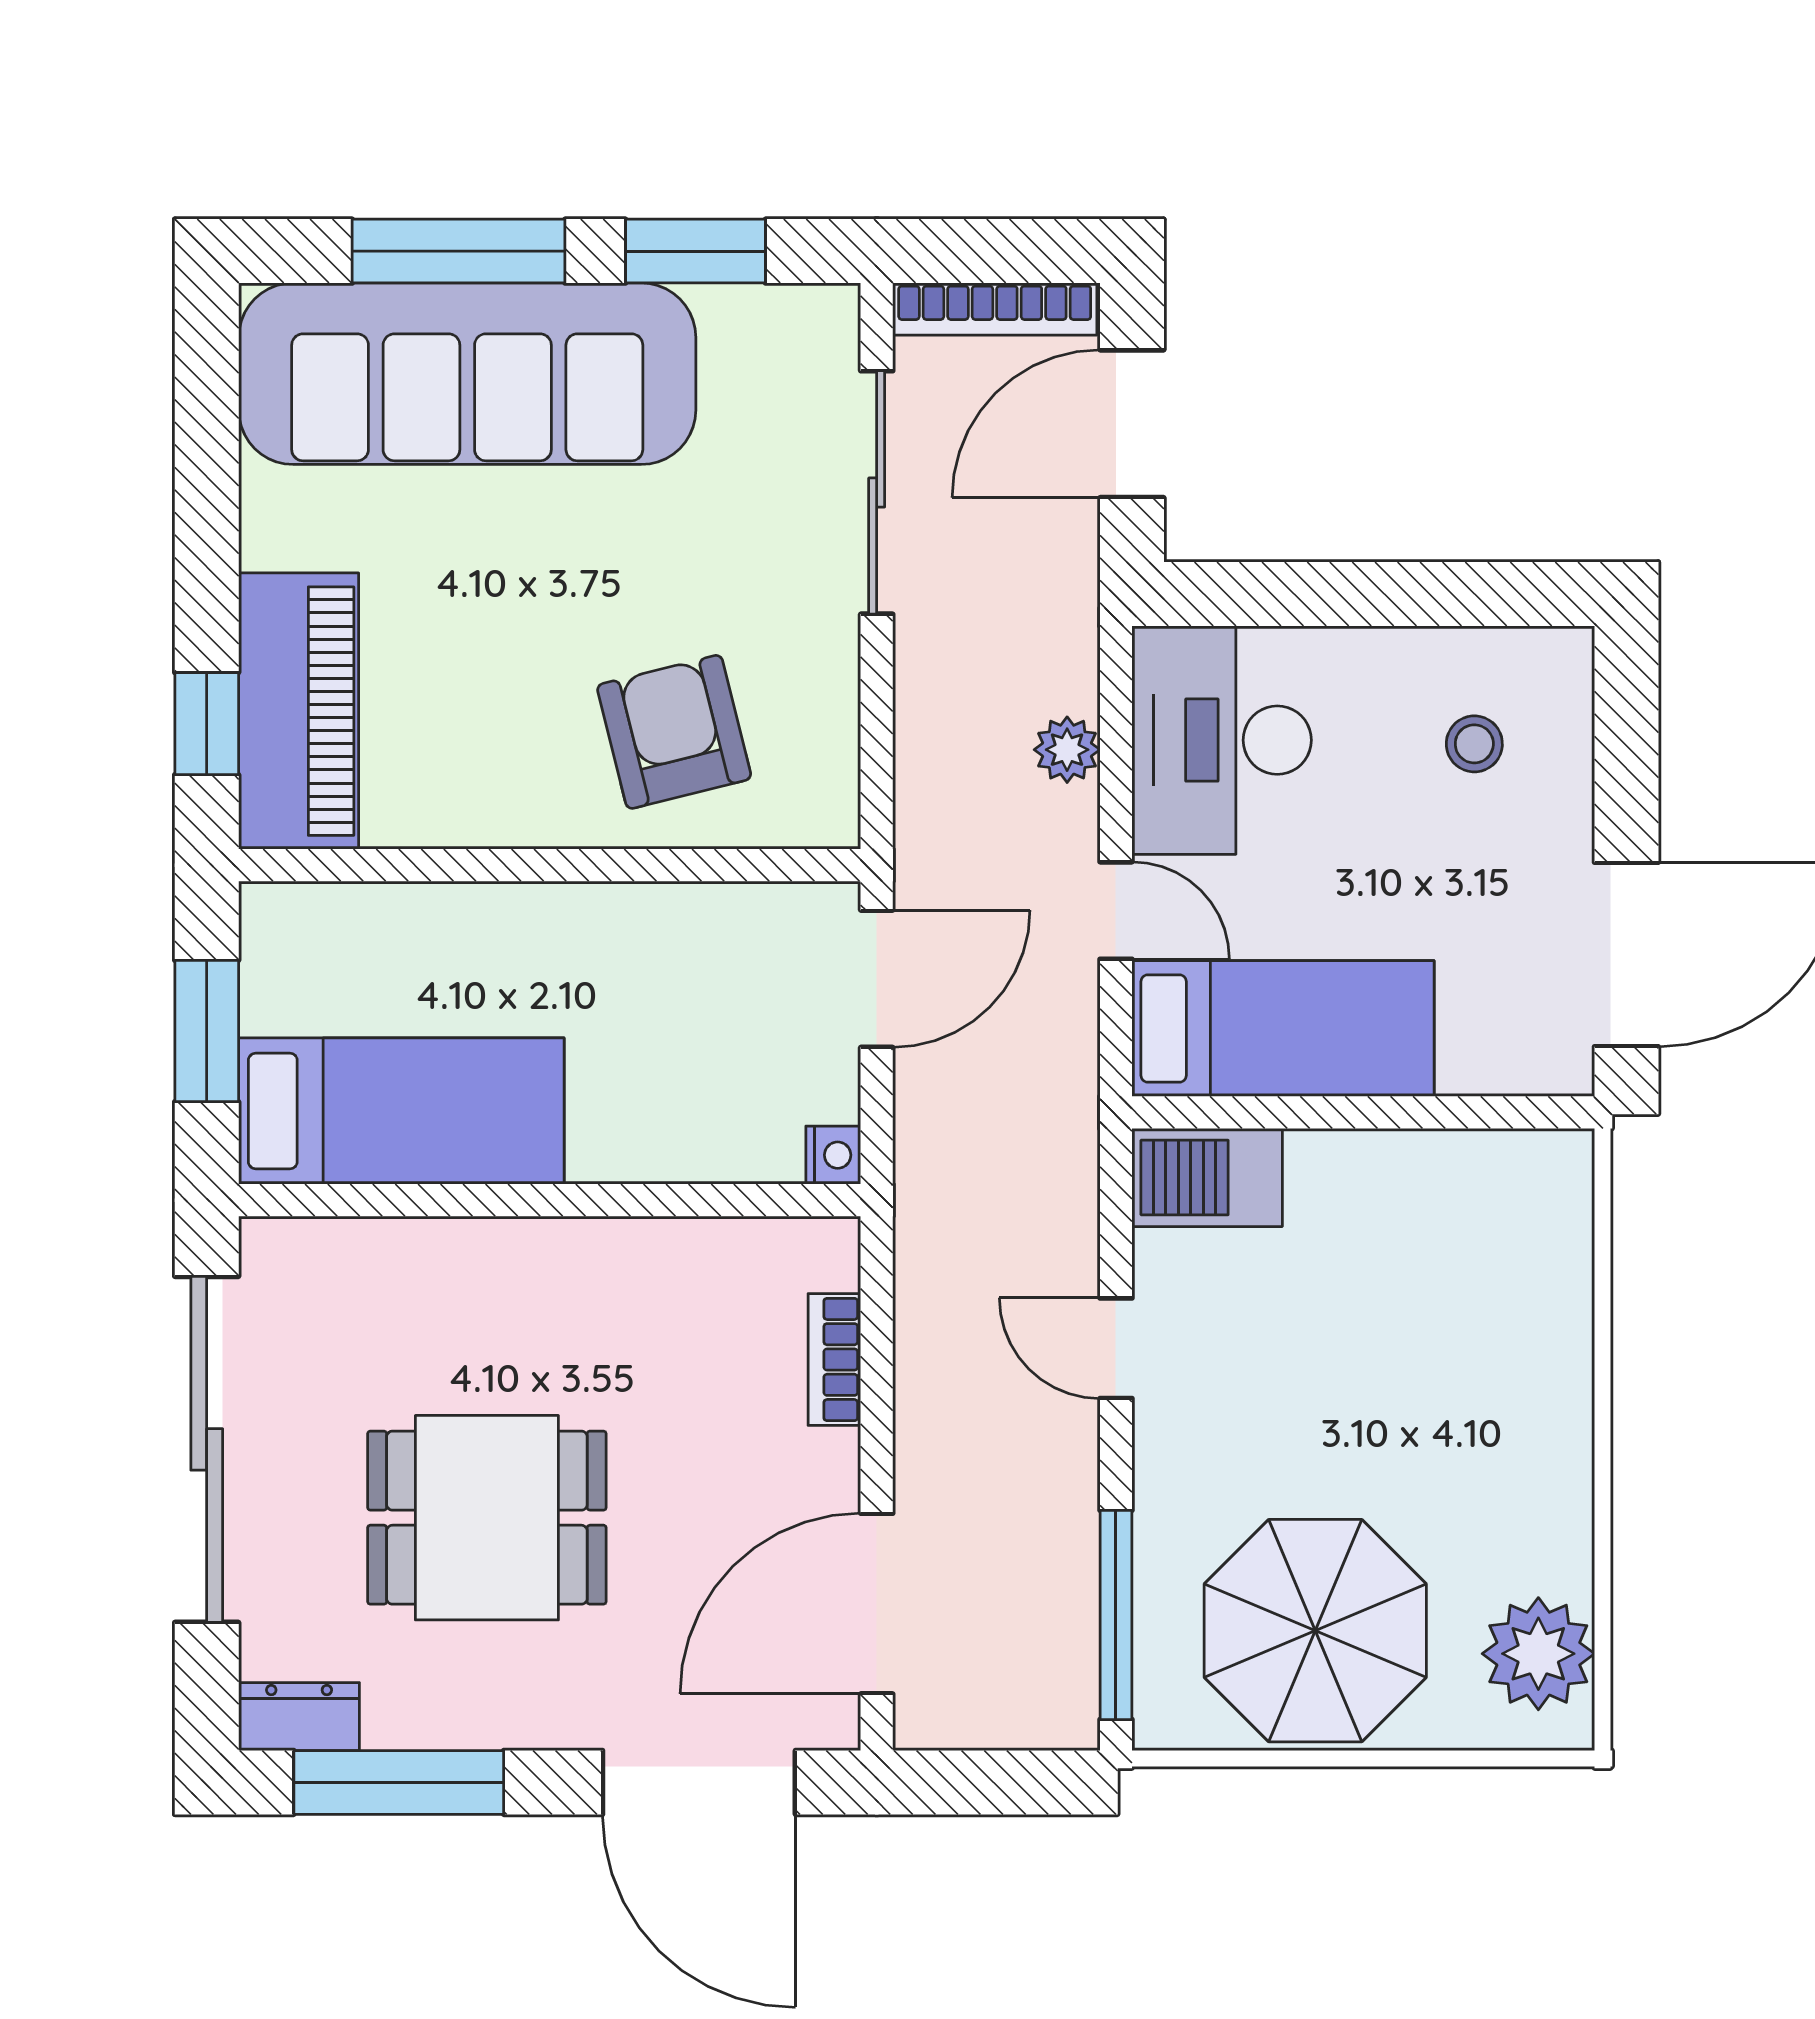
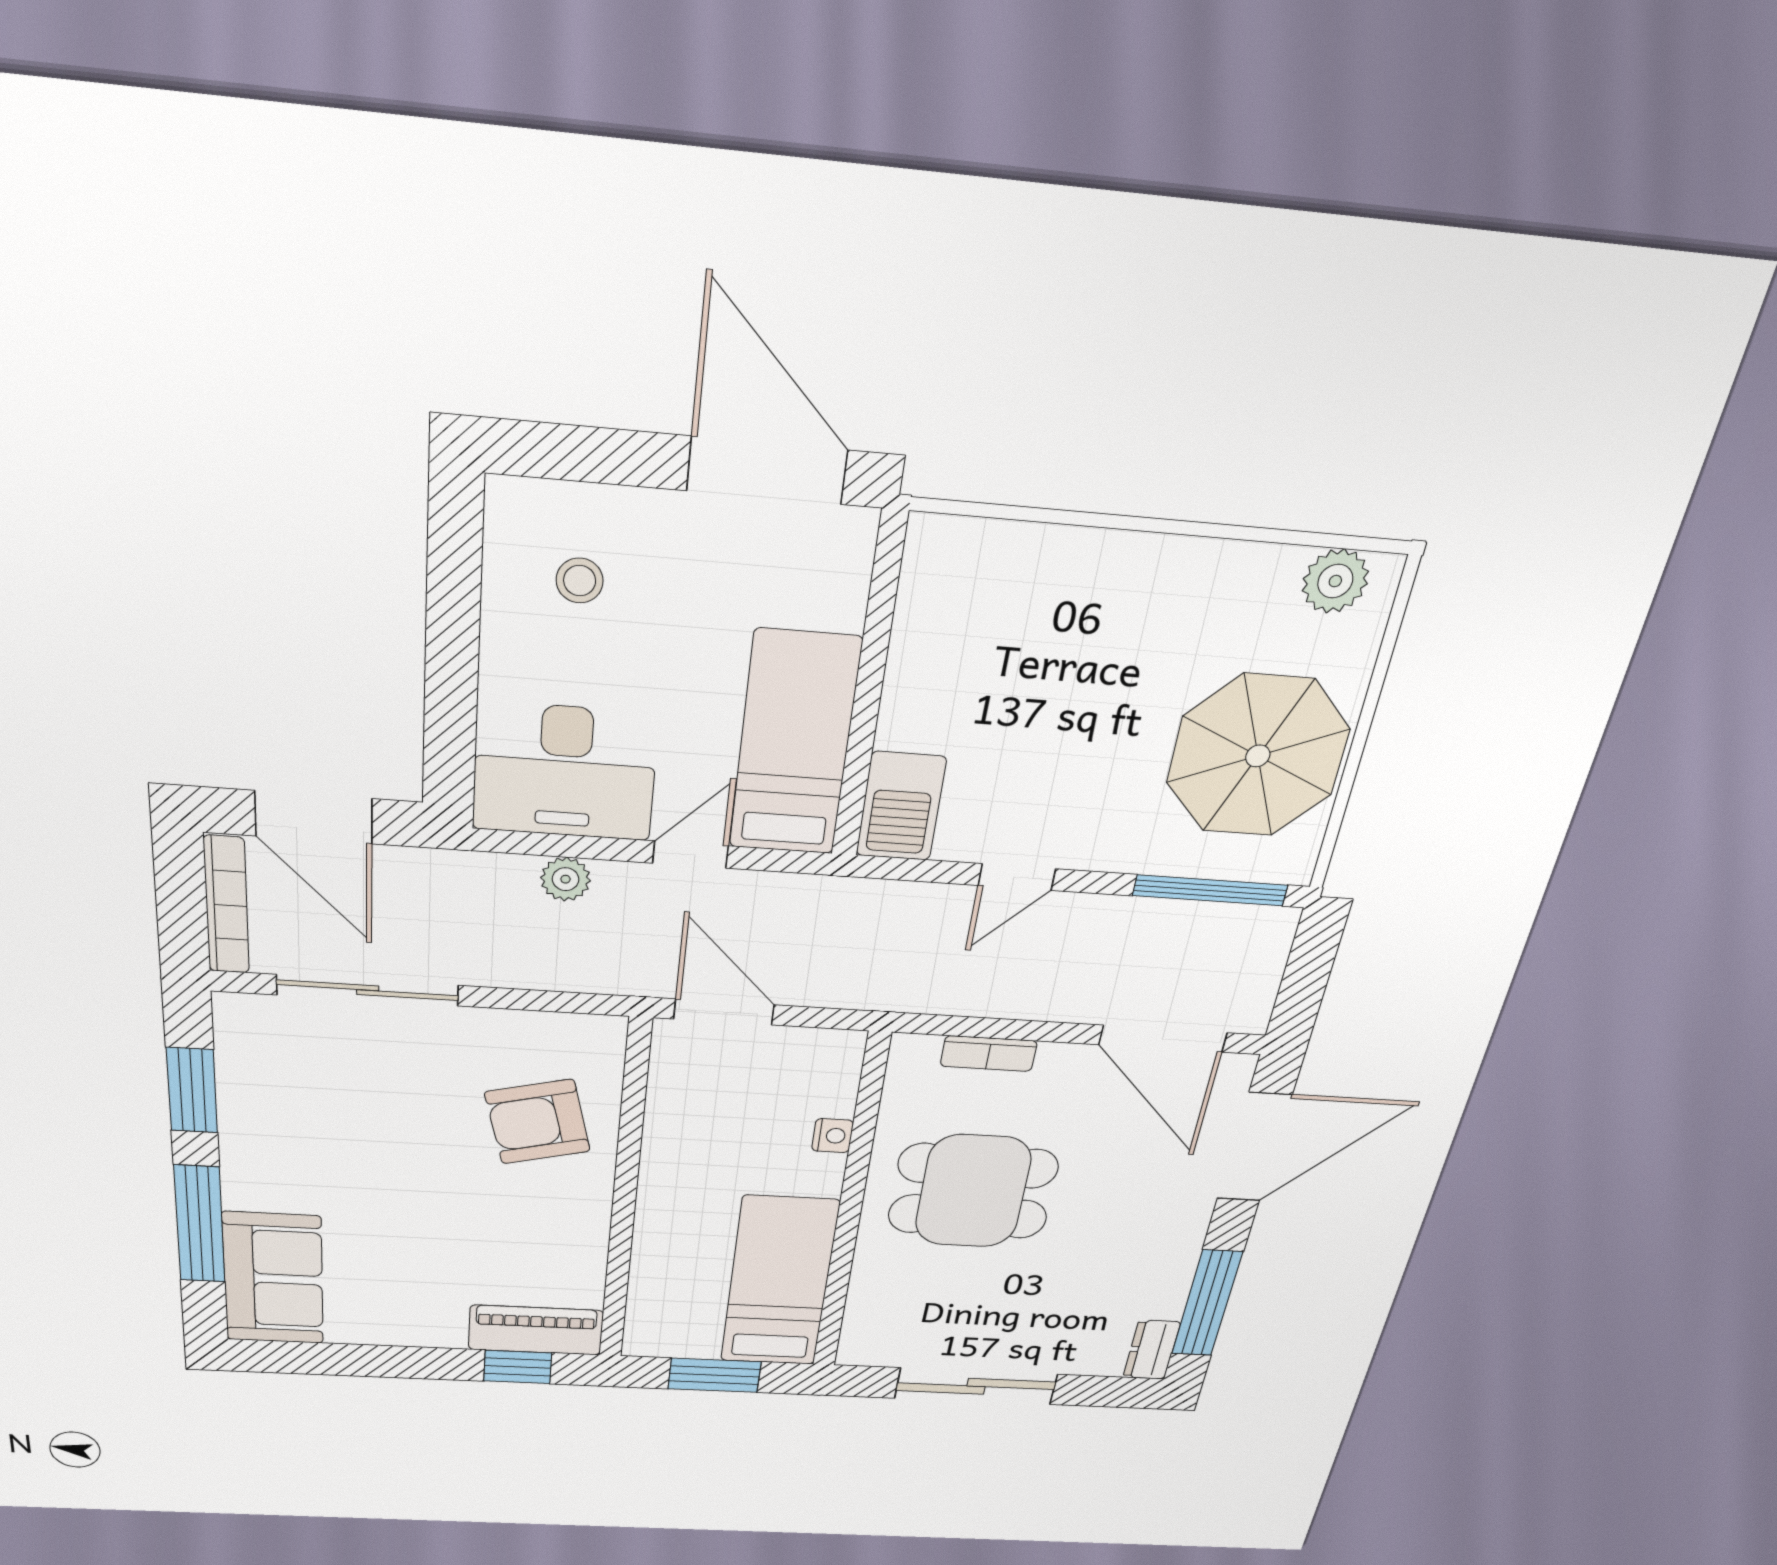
sofa: (467, 374) -> (273, 1279), width x0.54, depth x0.79
piano: (299, 711) -> (536, 1330), width x0.73, depth x0.75
nightstand: (833, 1155) -> (833, 1136), moved, turned 90
sliding door: (207, 1449) -> (976, 1386), width x0.73
dining table: (487, 1518) -> (973, 1191), moved, turned 90
plant: (1538, 1654) -> (1335, 581), width x0.73, depth x0.73

